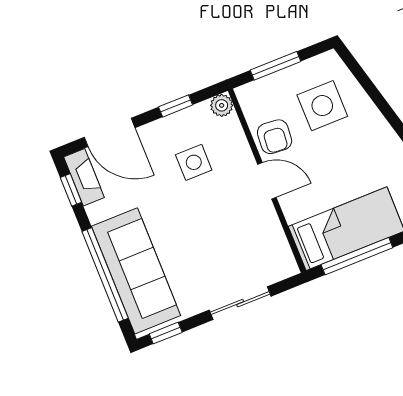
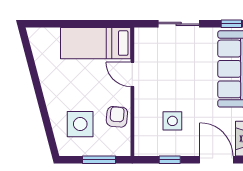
plant: (222, 105) -> (142, 149), removed
door: (267, 181) -> (132, 74), moved
window: (357, 256) -> (96, 24), removed

